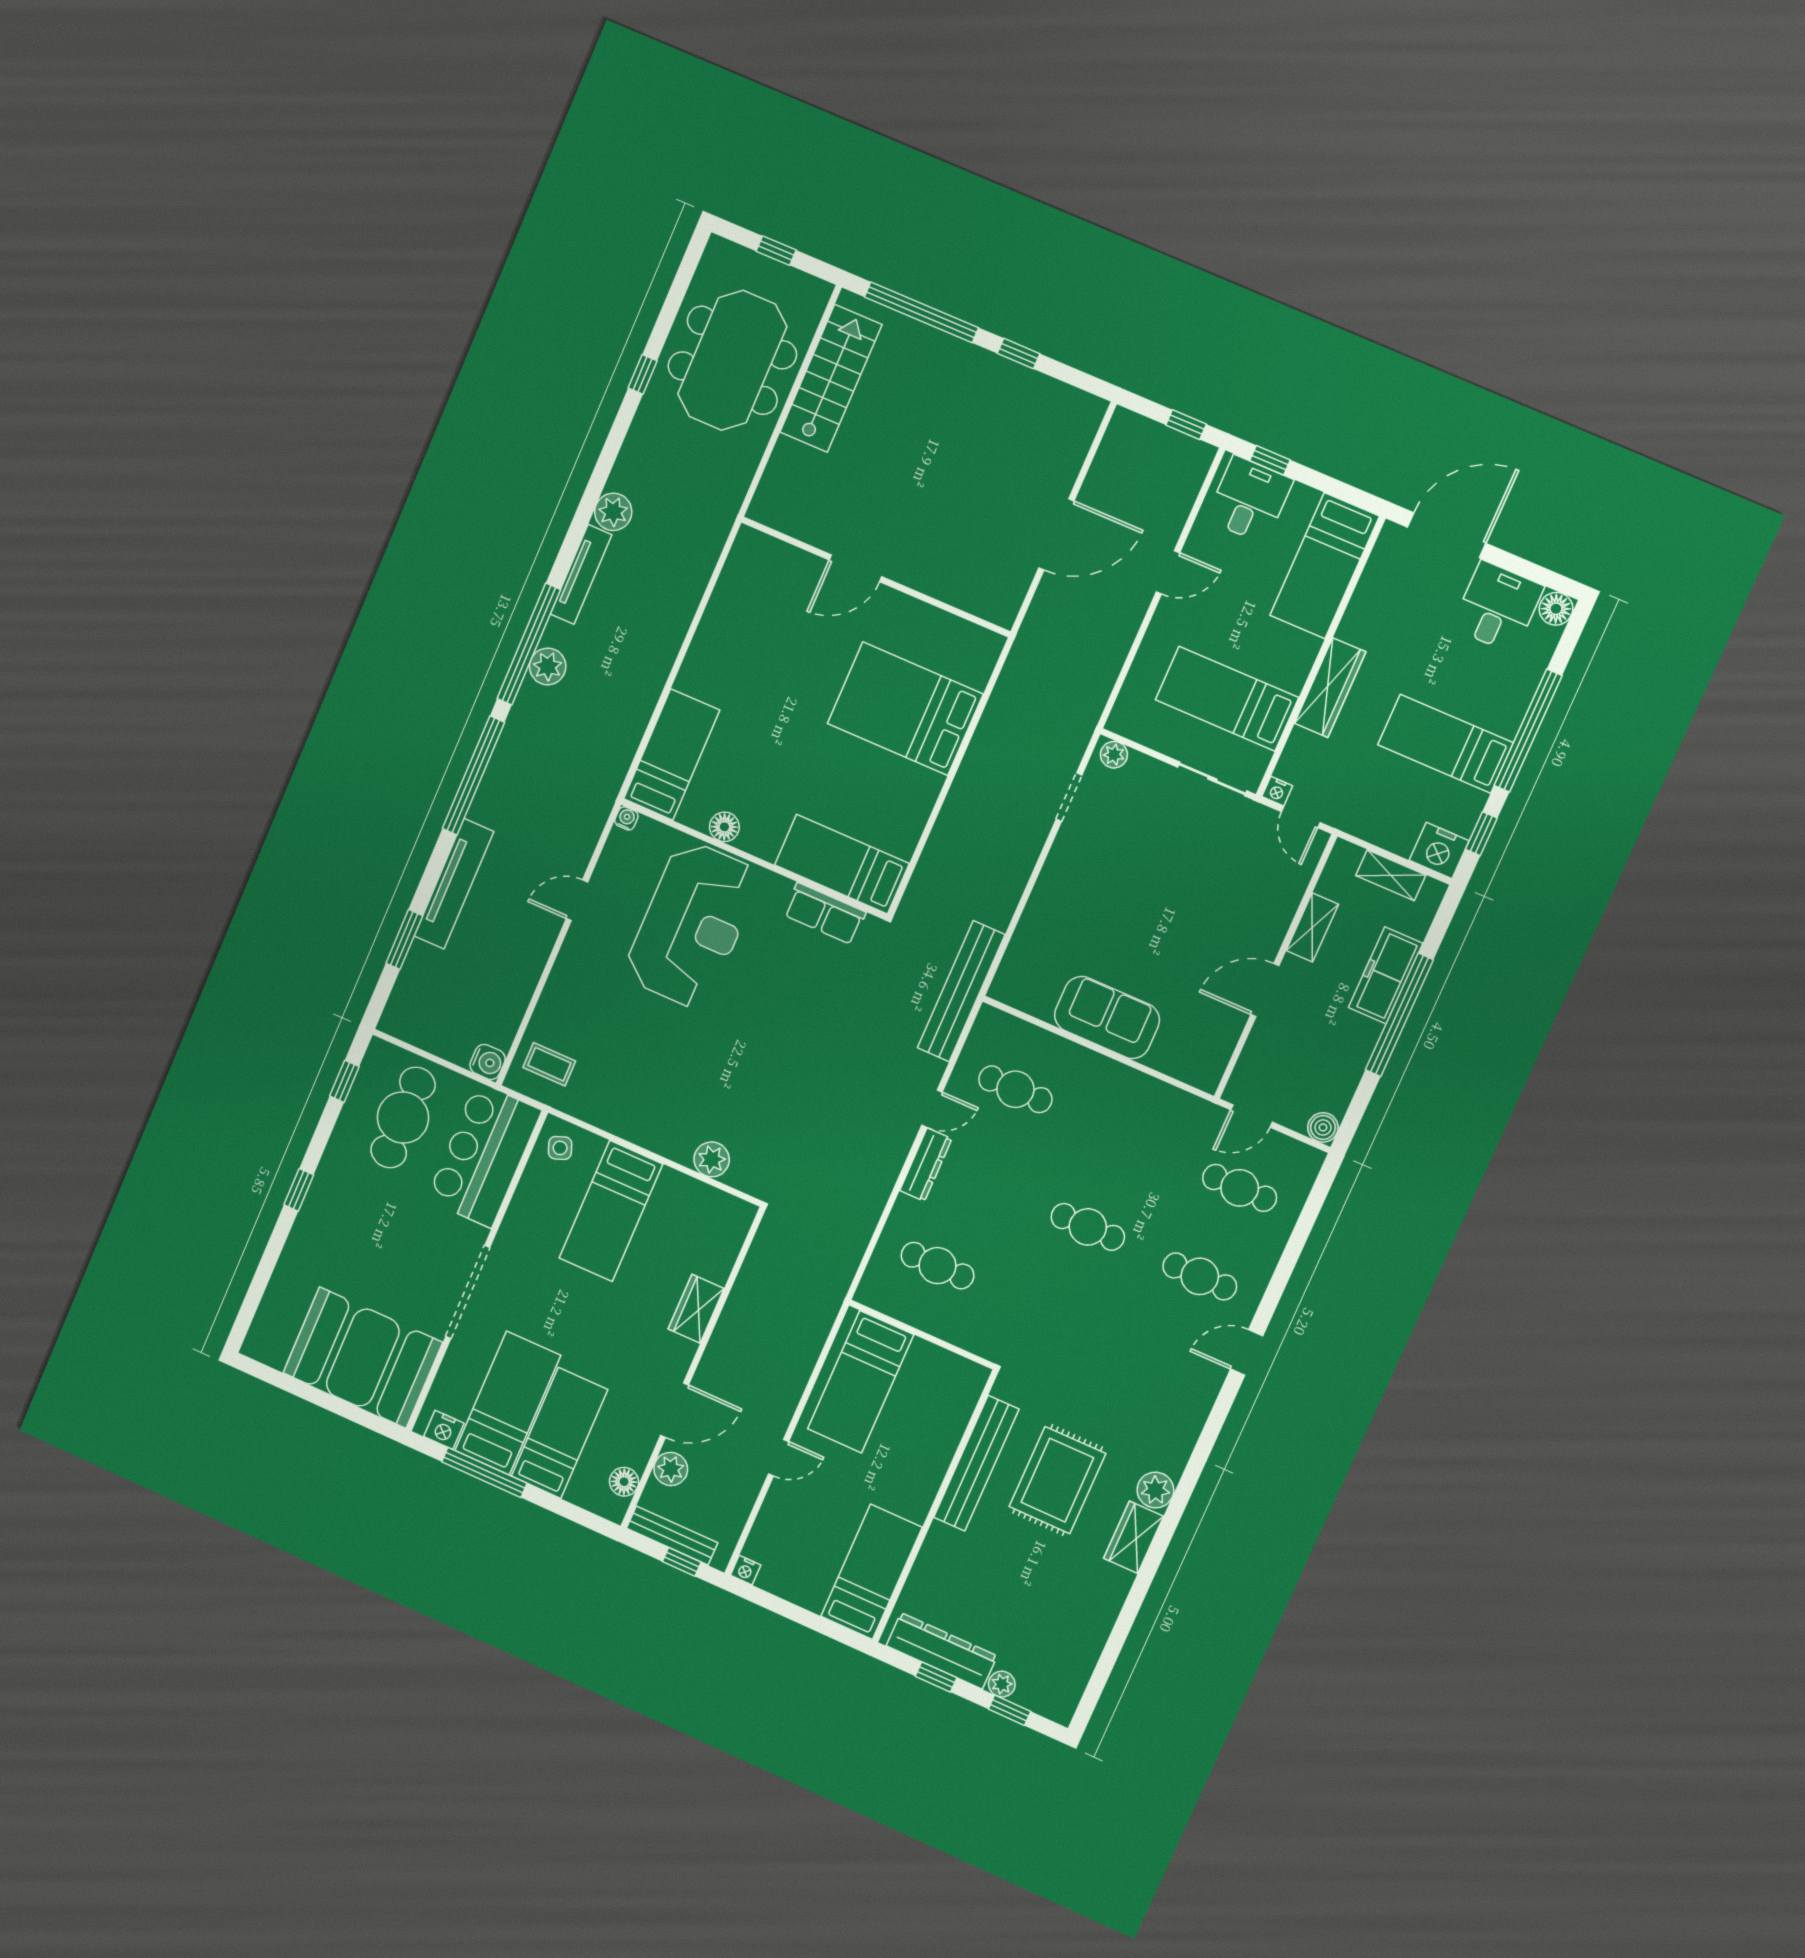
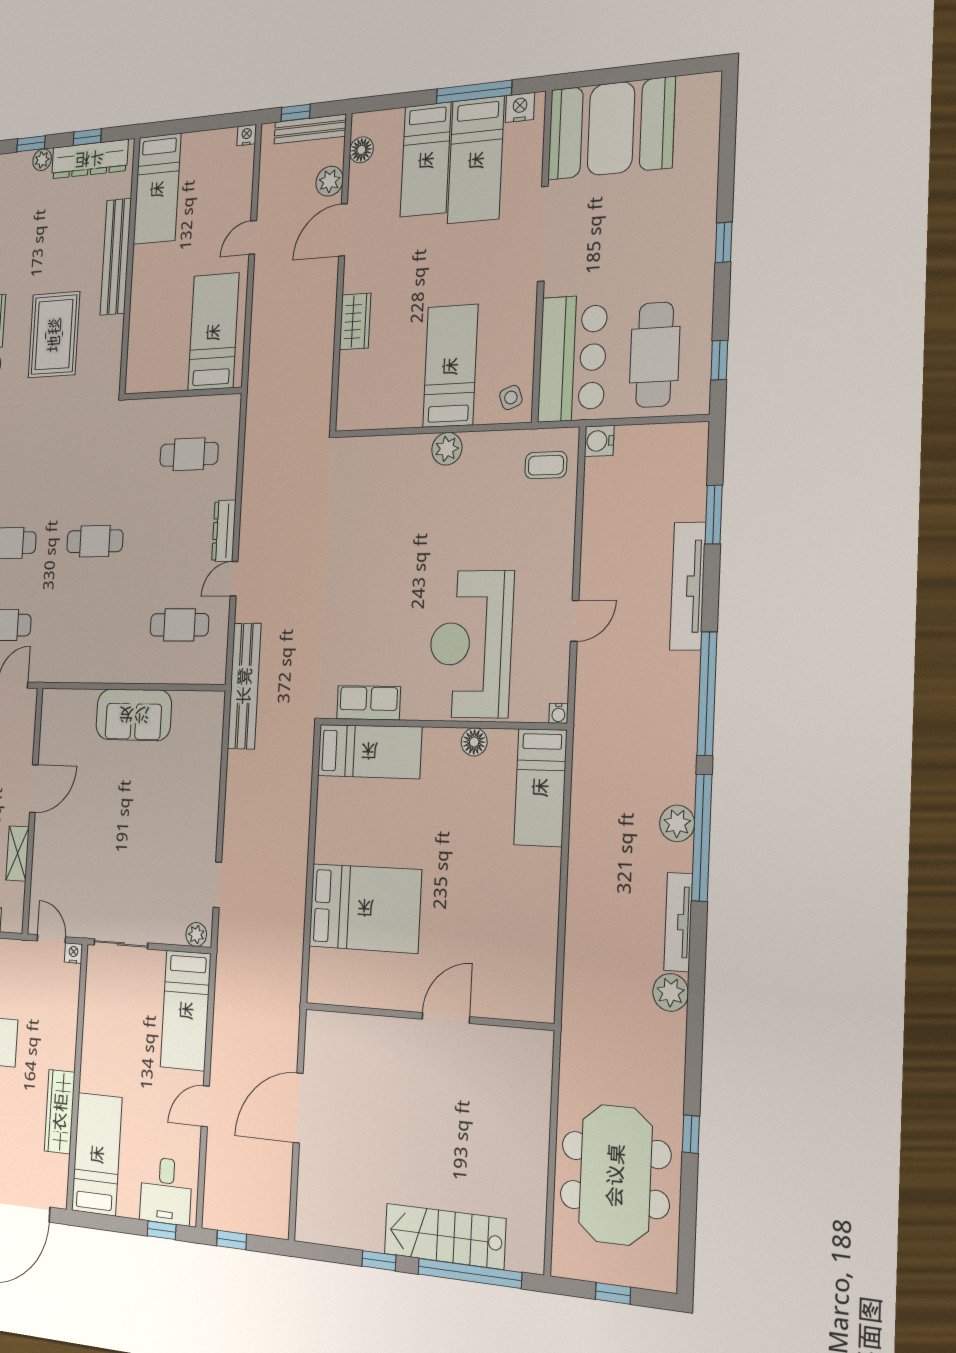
stairs: (831, 378) -> (445, 1236), moved, turned 90
wardrobe: (1330, 688) -> (60, 1112), moved
bed: (1227, 699) -> (186, 1010), moved, turned 90
plant: (712, 1159) -> (447, 449), moved
bench: (976, 1463) -> (116, 257), moved

